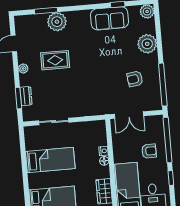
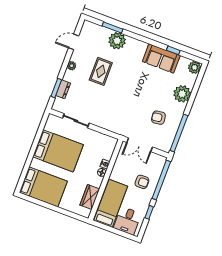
rug: (55, 60) -> (101, 71), turned 90
bed: (50, 160) -> (58, 151), width x1.50

